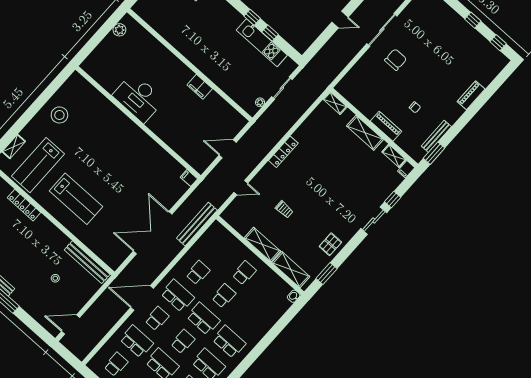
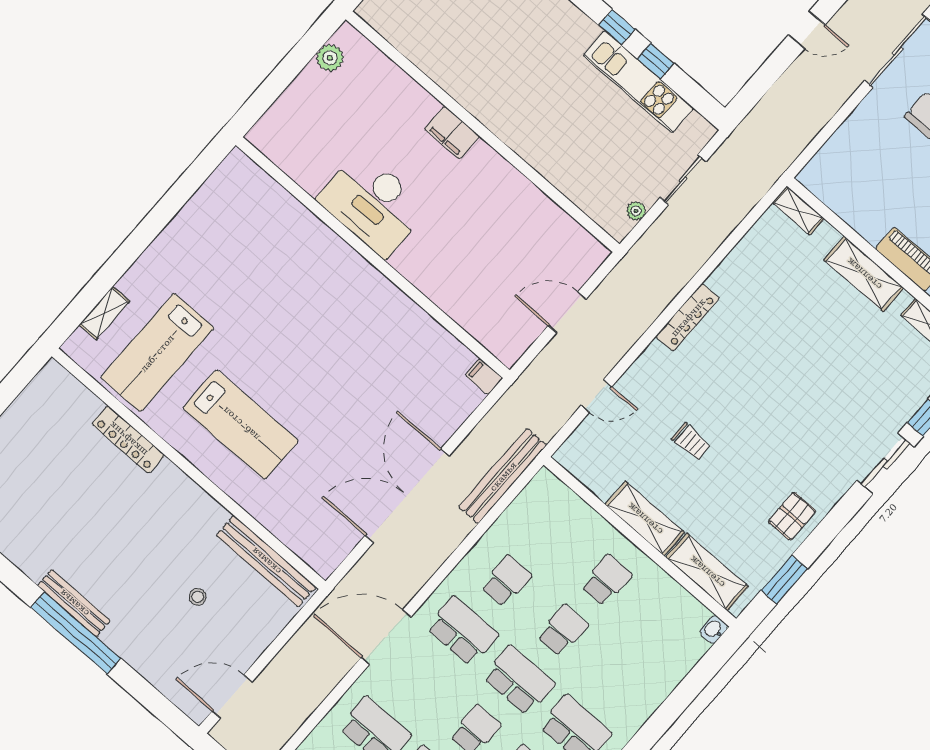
filing cabinet: (200, 87) -> (452, 133), moved
stool: (59, 115) -> (202, 244), removed
school desk: (157, 318) -> (419, 681), removed

